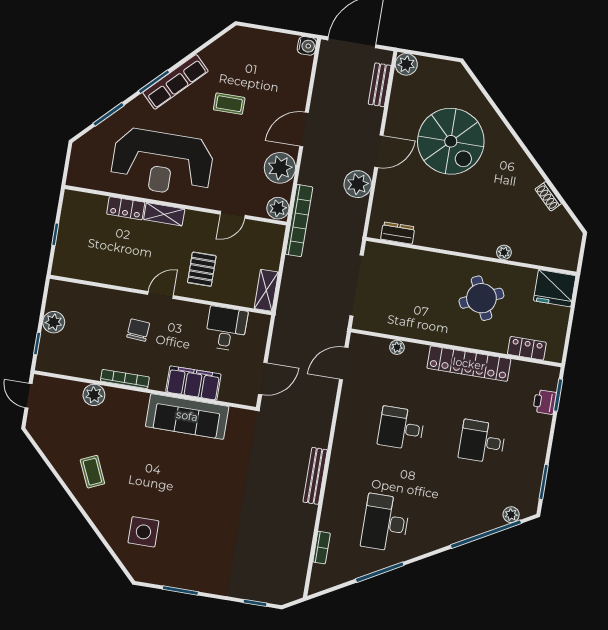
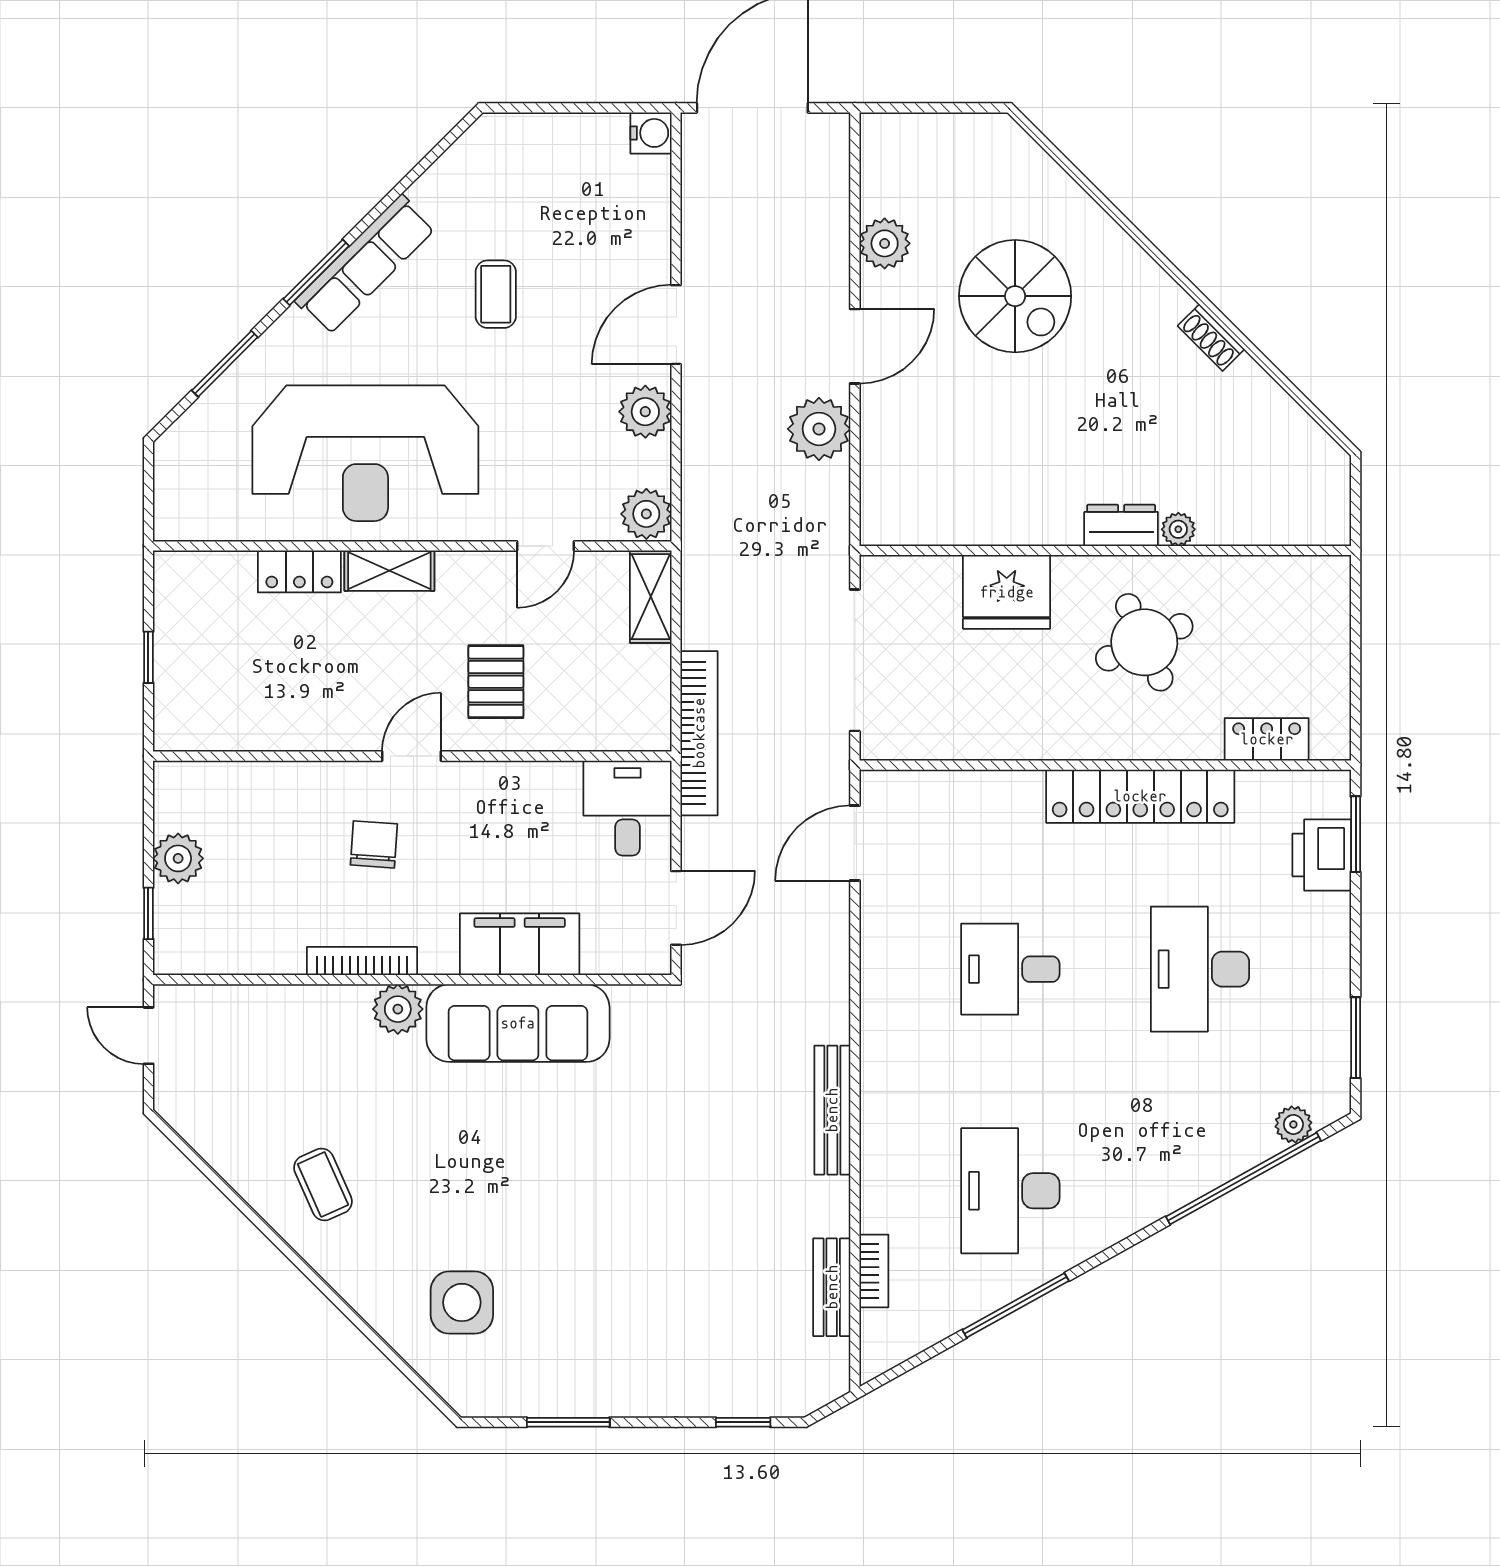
plant: (406, 64) -> (885, 243), moved
bench: (380, 85) -> (832, 1287), moved
coffee table: (229, 104) -> (496, 294), turned 90
spiral stairs: (451, 141) -> (1015, 296), width x0.73, depth x0.73
plant: (280, 168) -> (645, 412), width x0.73, depth x0.73
shoe rack: (548, 196) -> (1211, 338), moved
bookcase: (299, 221) -> (699, 733), moved
dresser: (398, 233) -> (1121, 525), moved
fridge: (555, 288) -> (1007, 592), moved
shelving: (266, 290) -> (651, 597), moved
desk: (226, 329) -> (628, 808), moved
plant: (397, 347) -> (970, 786), removed
plant: (94, 395) -> (398, 1009), moved
printer: (545, 402) -> (1322, 855), width x1.36, depth x1.24
desk: (482, 442) -> (1200, 969), width x1.37

